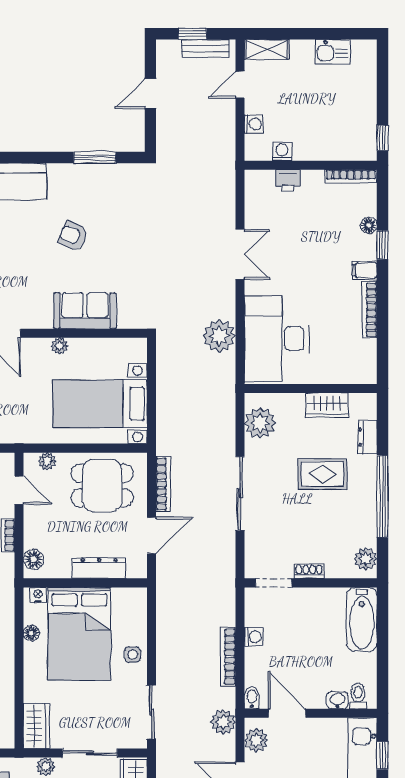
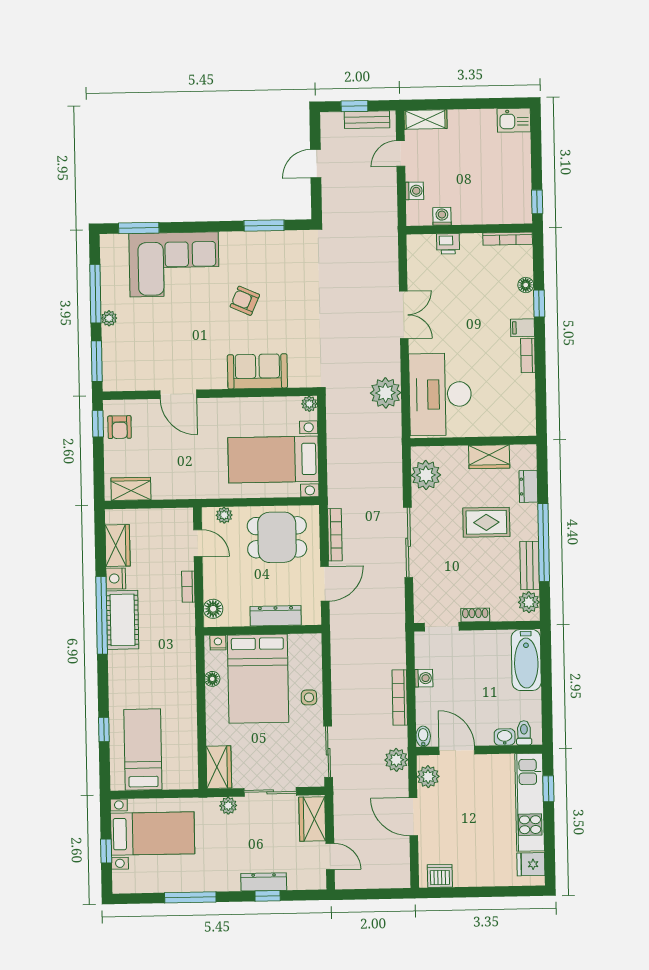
kitchen sink: (332, 52) -> (514, 120), moved
bookcase: (370, 310) -> (528, 355), width x0.64
plant: (60, 346) -> (309, 404), moved
bench: (367, 520) -> (530, 566), added

